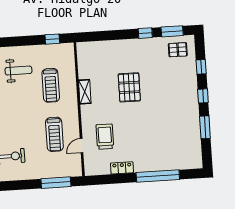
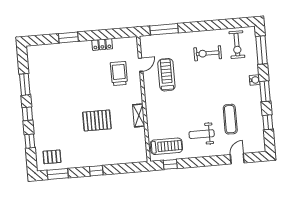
window: (145, 33) -> (96, 171), moved
treadmill: (51, 85) -> (166, 146), moved, turned 90
pallet: (129, 87) -> (97, 120), turned 90
trolley: (105, 137) -> (119, 74), turned 180
window: (158, 176) -> (68, 38), width x0.47

